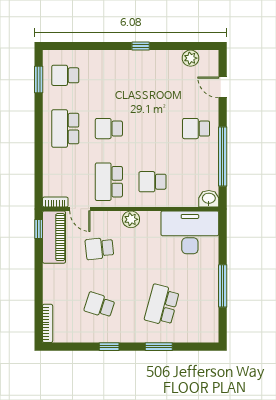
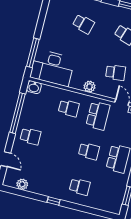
school desk: (65, 75) -> (80, 187), moved
window: (223, 286) -> (33, 53), moved
school desk: (162, 305) -> (83, 24), width x0.54

